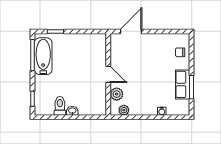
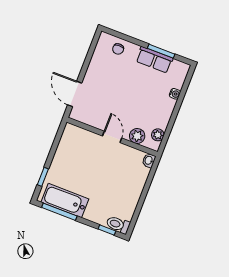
door: (108, 74) -> (112, 137), hinge flipped
toilet: (60, 106) -> (118, 225), moved
washbasin: (72, 111) -> (149, 160), moved

